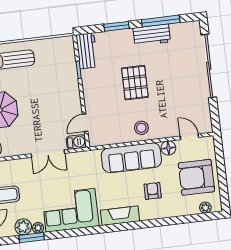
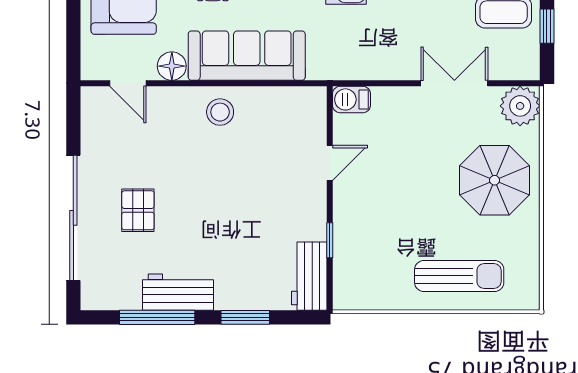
pallet: (135, 83) -> (138, 210), moved, width x0.67, depth x0.71
door: (85, 123) -> (330, 163), moved
double door: (48, 154) -> (454, 83), moved

